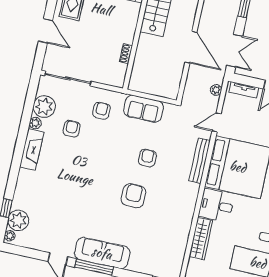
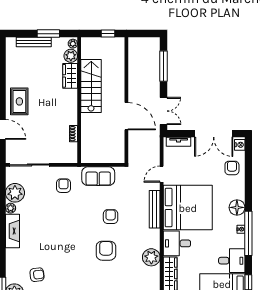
plant: (216, 90) -> (151, 257), moved, width x1.88, depth x1.88
armchair: (72, 129) -> (37, 275), moved, turned 83

